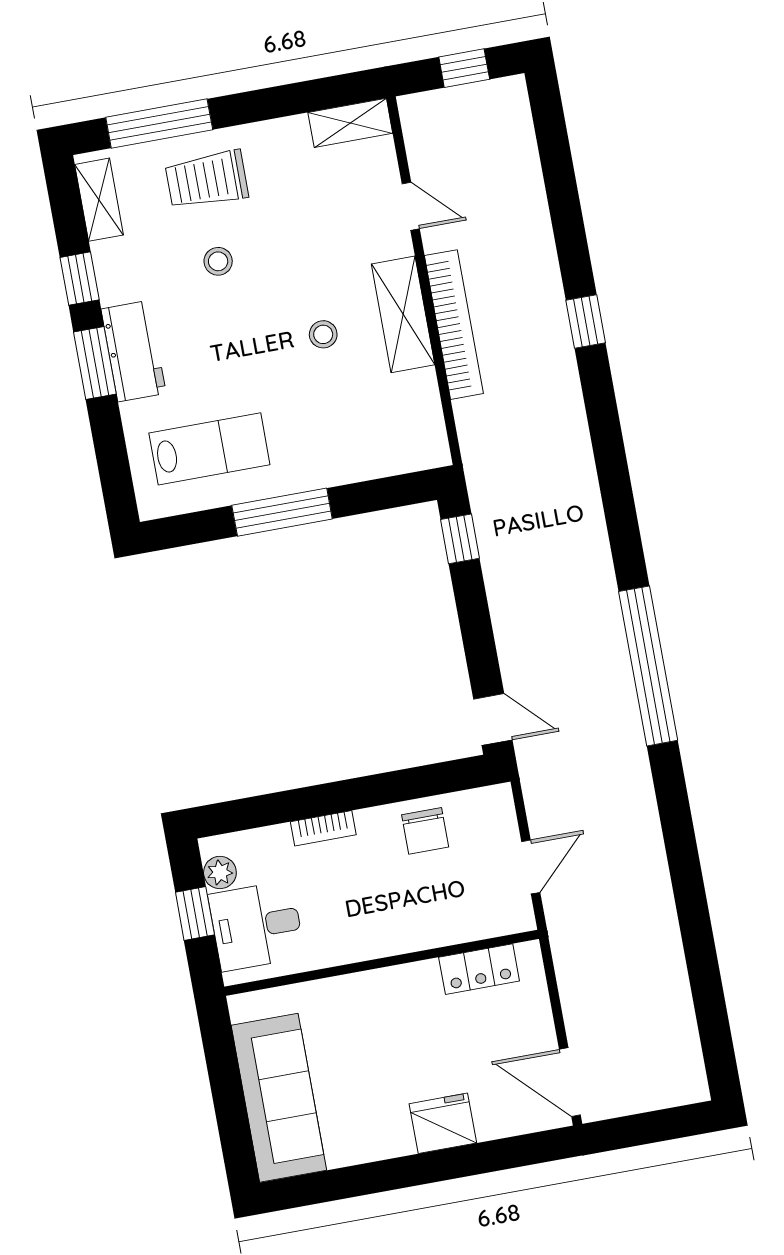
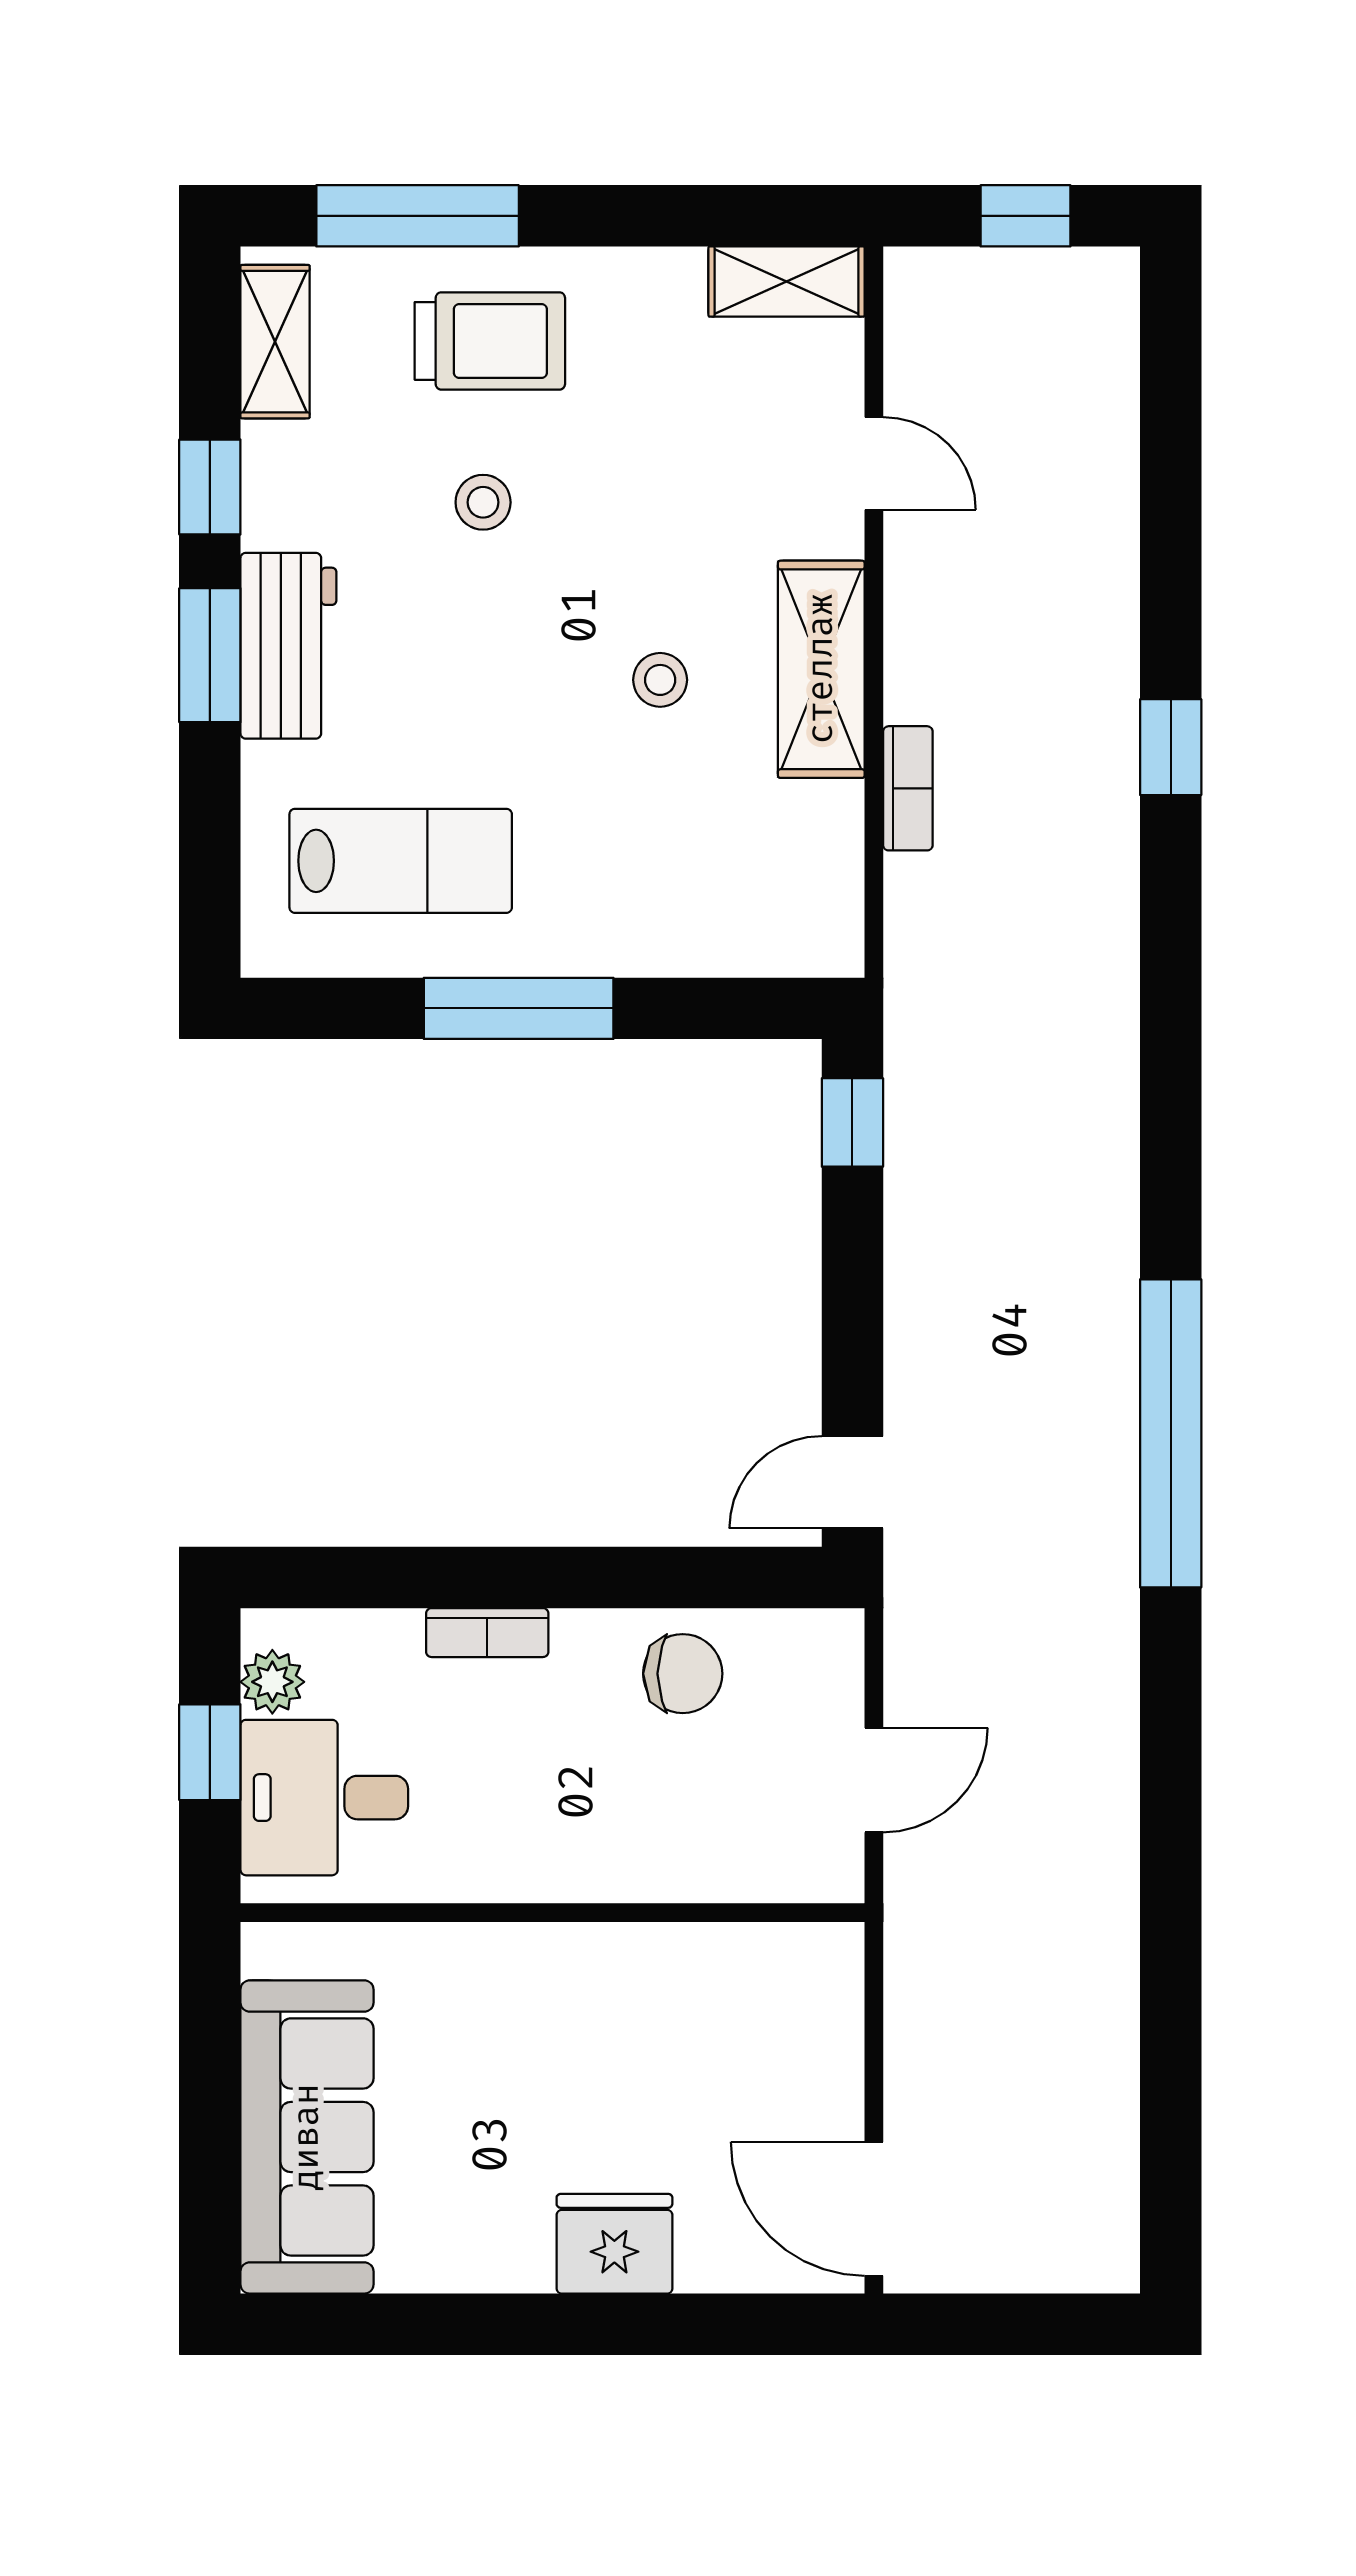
trolley: (207, 180) -> (490, 341), turned 180
bookcase: (454, 325) -> (908, 788), width x0.43, depth x0.76
door: (493, 719) -> (852, 1482), swing flipped
chair: (425, 831) -> (683, 1674), turned -90
locker: (479, 969) -> (738, 1959), removed

